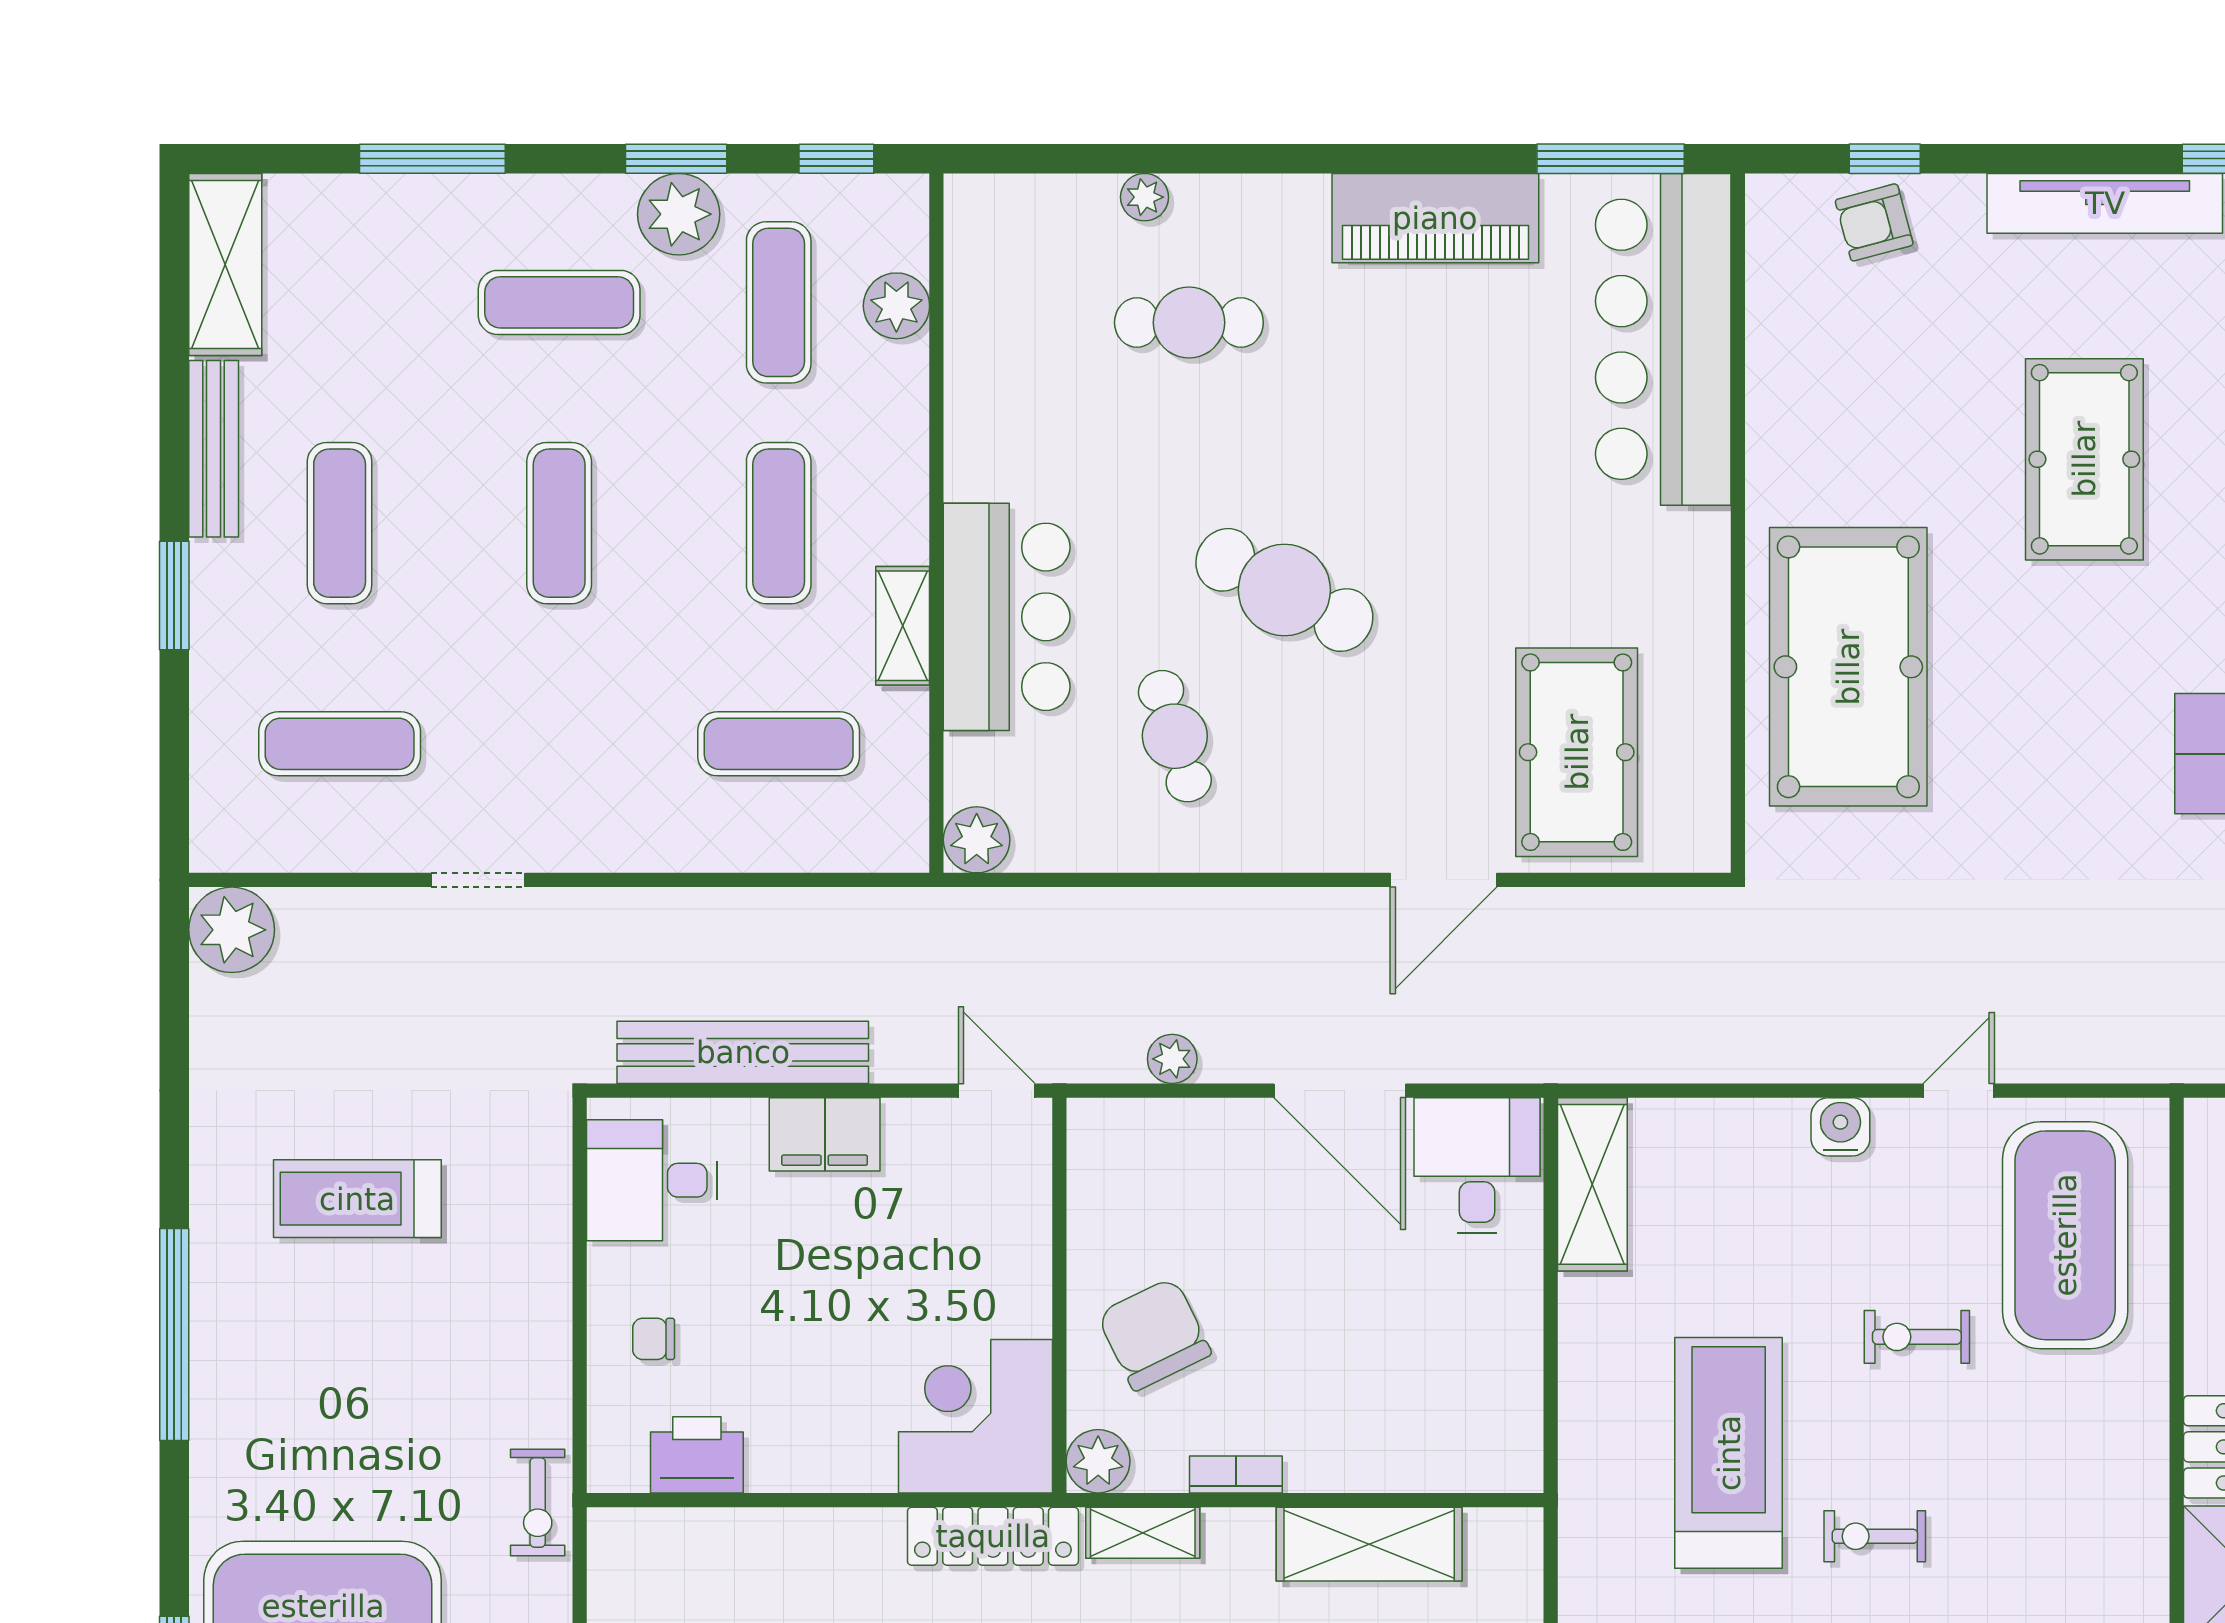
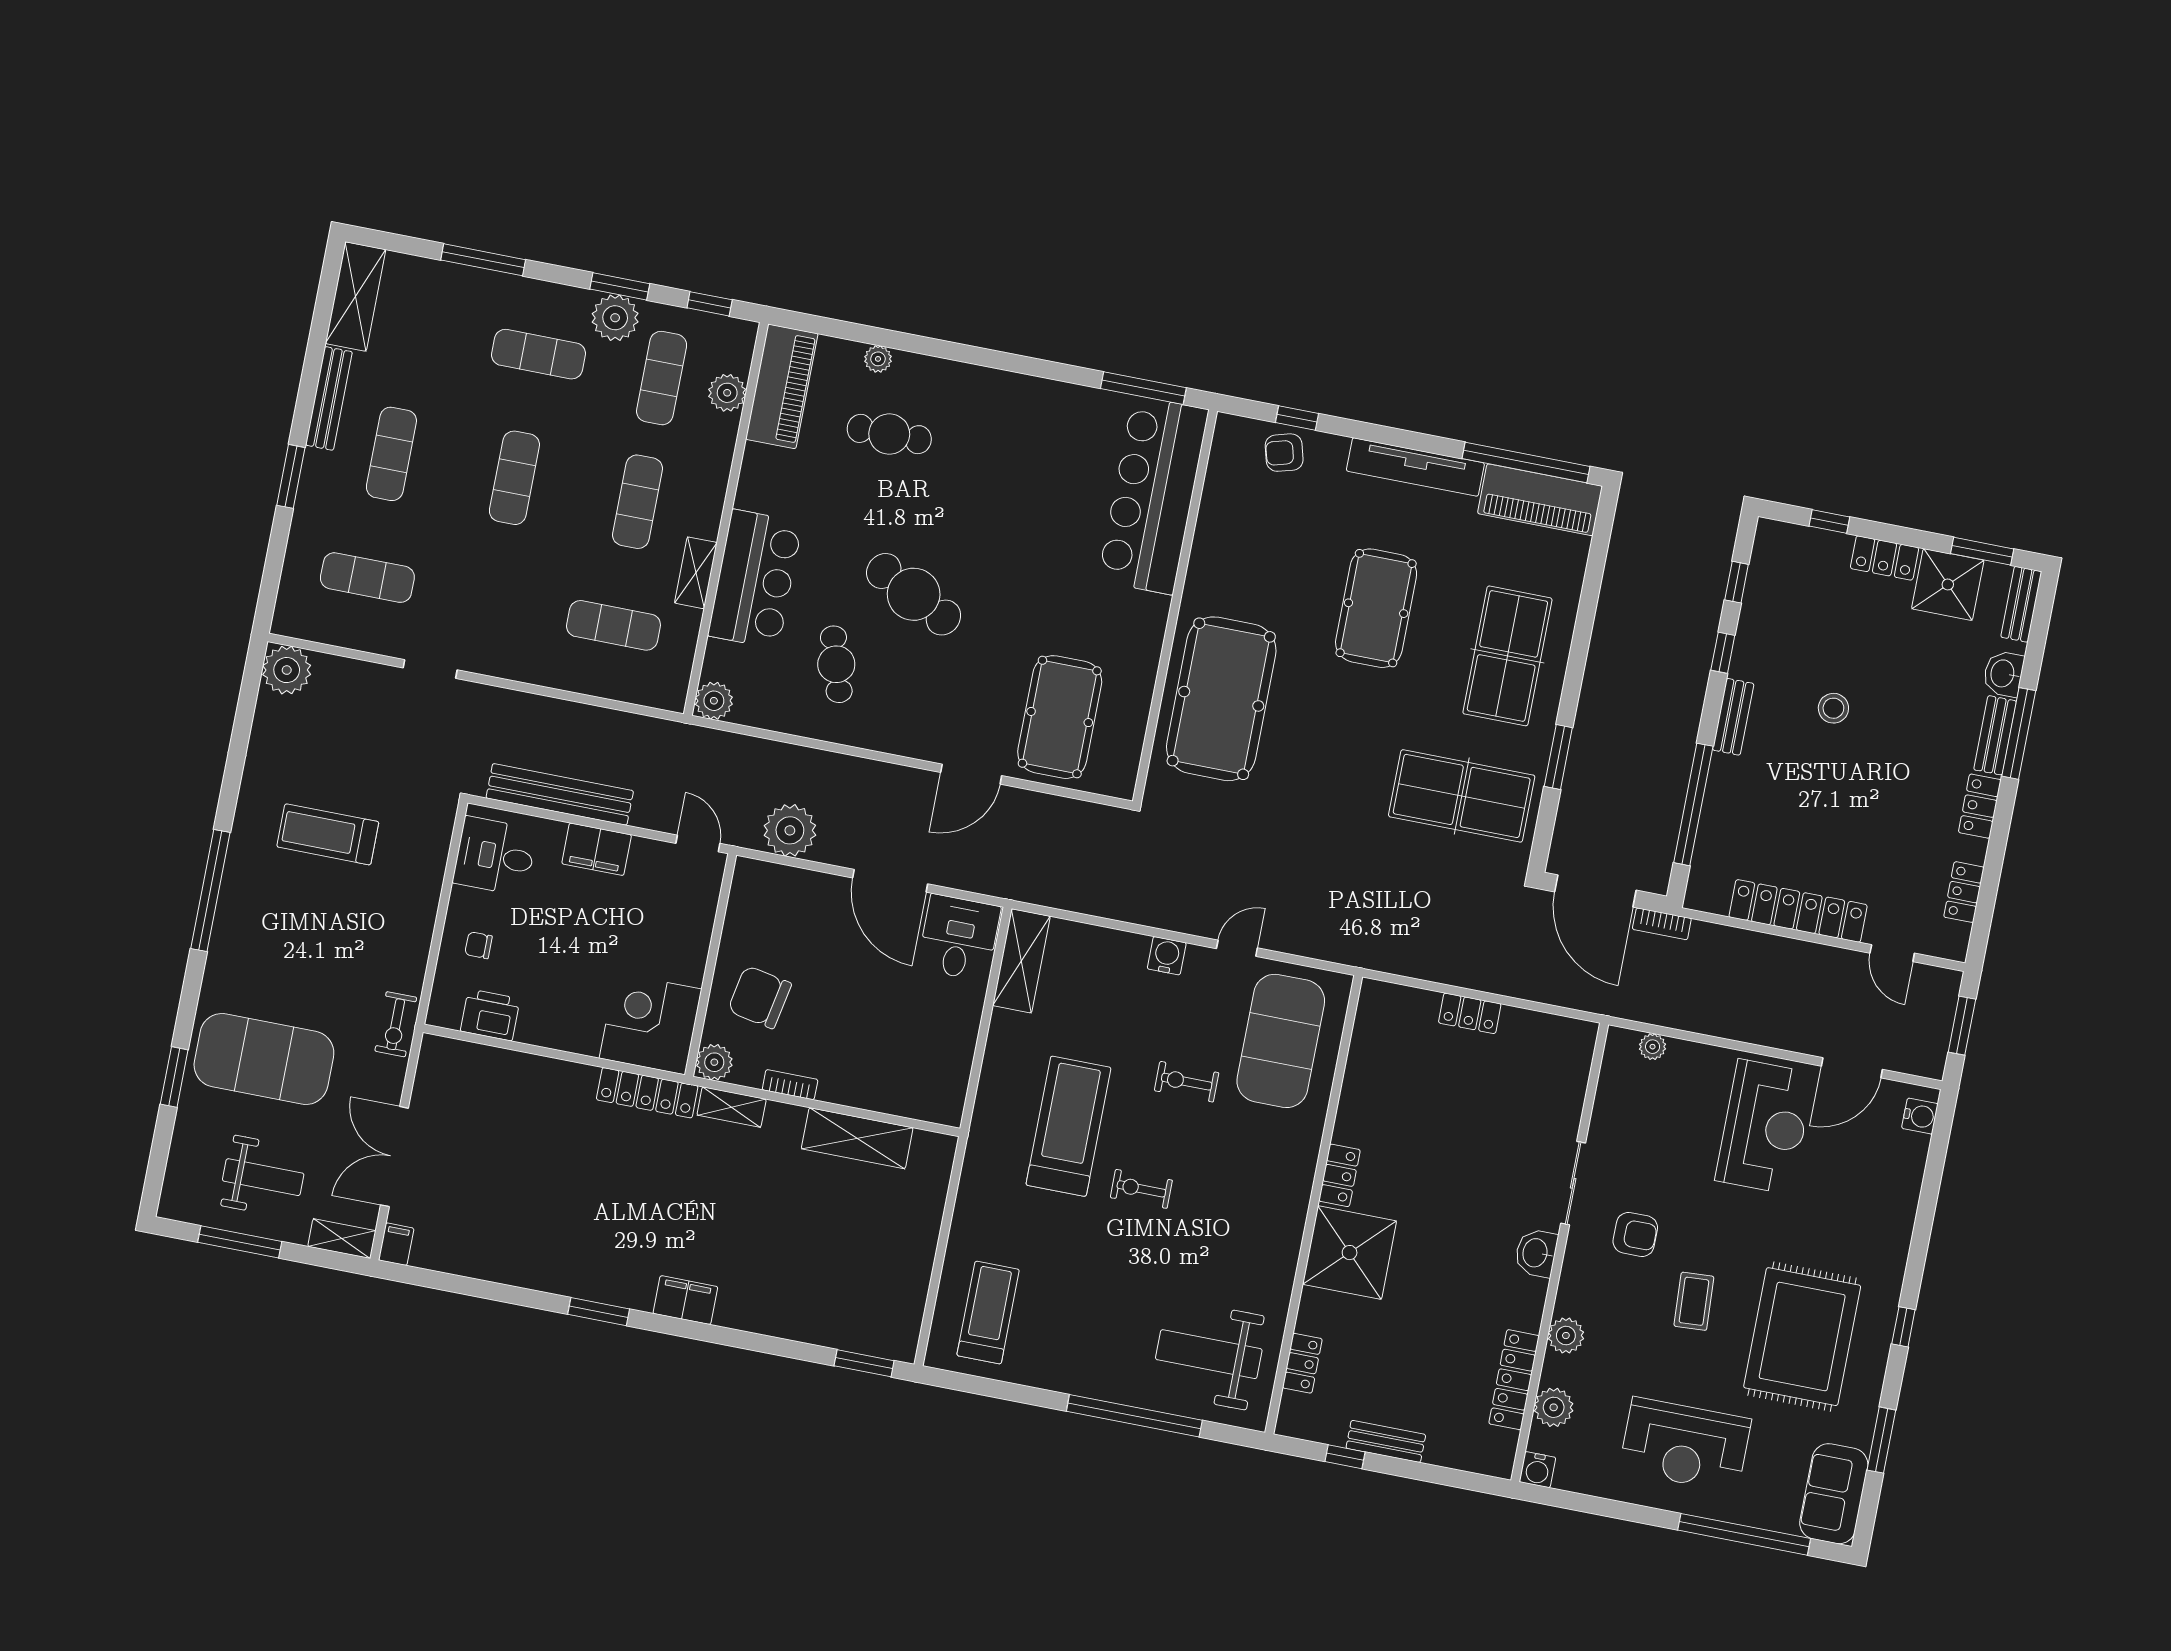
piano: (1435, 218) -> (782, 386), moved, turned -90
plant: (1172, 1059) -> (790, 830), width x1.88, depth x1.88
chair: (1154, 1334) -> (760, 997), turned -53

